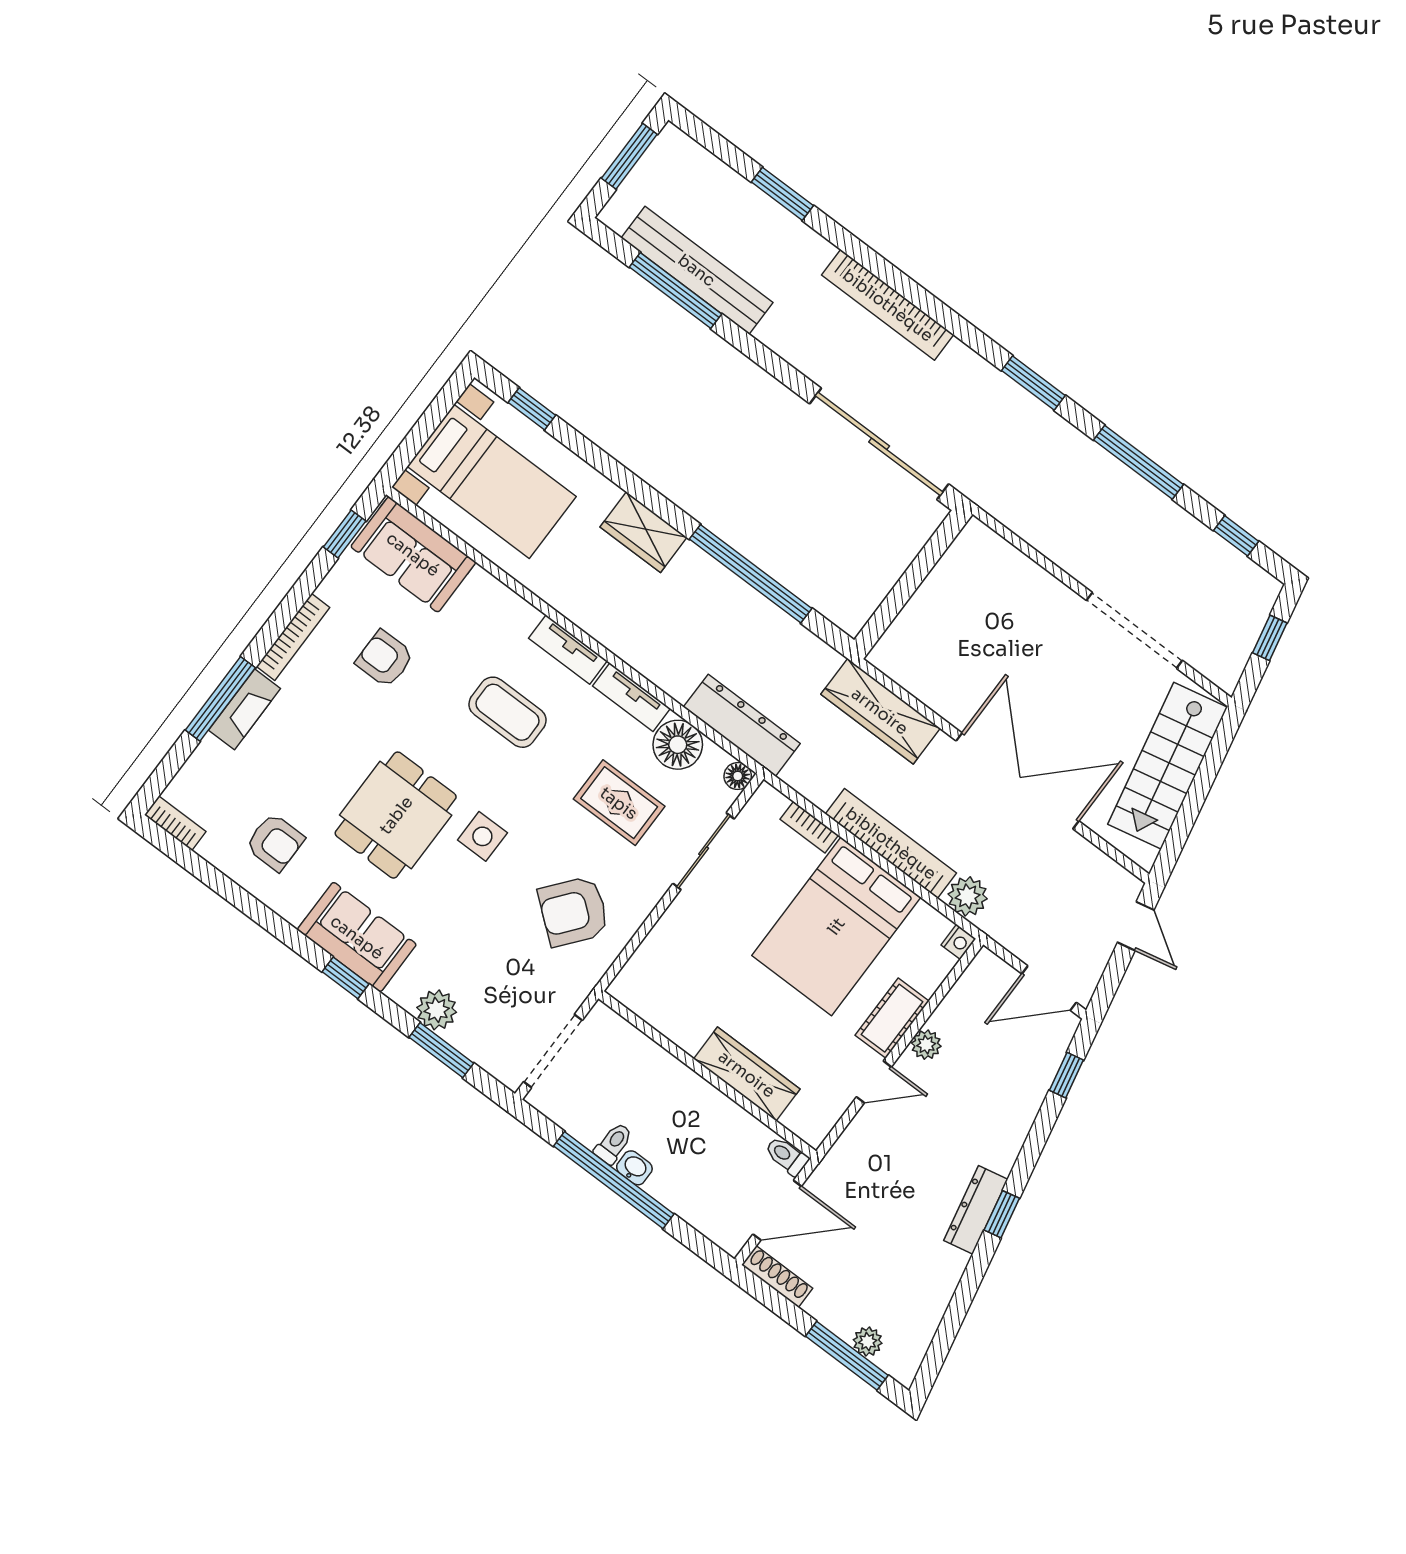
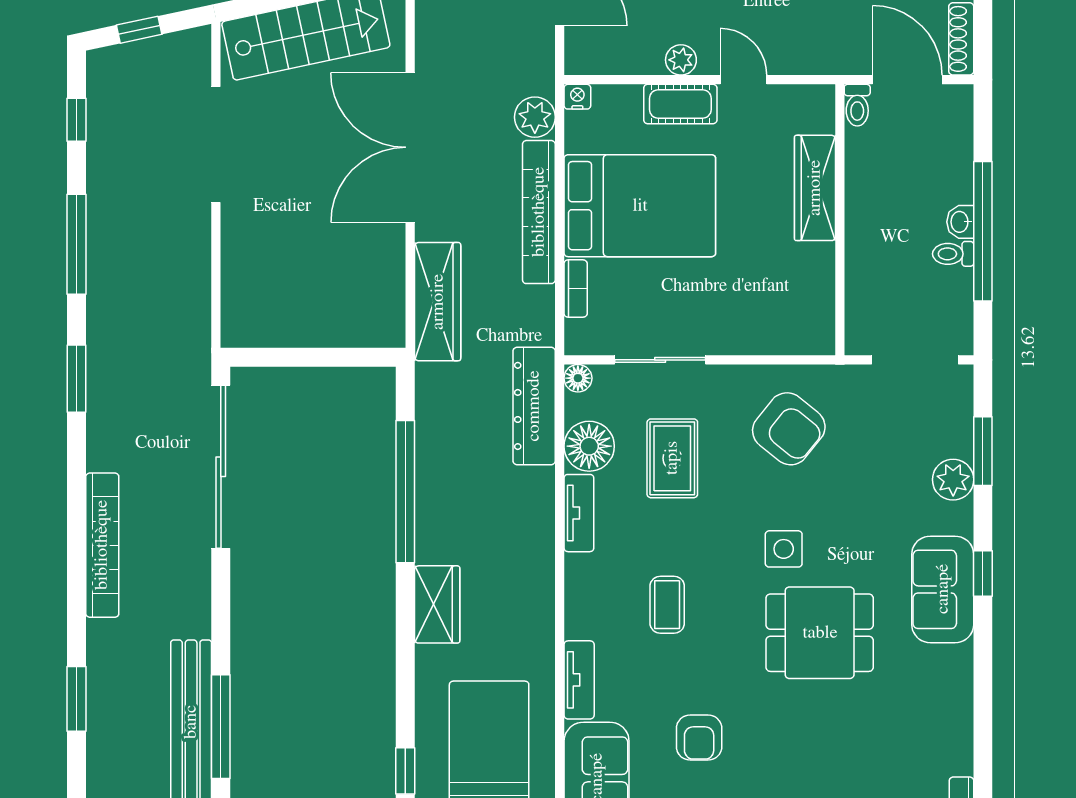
tv unit: (568, 650) -> (579, 680), moved
coffee table: (508, 712) -> (667, 605), width x0.73, depth x0.77
armchair: (275, 842) -> (916, 714), removed

